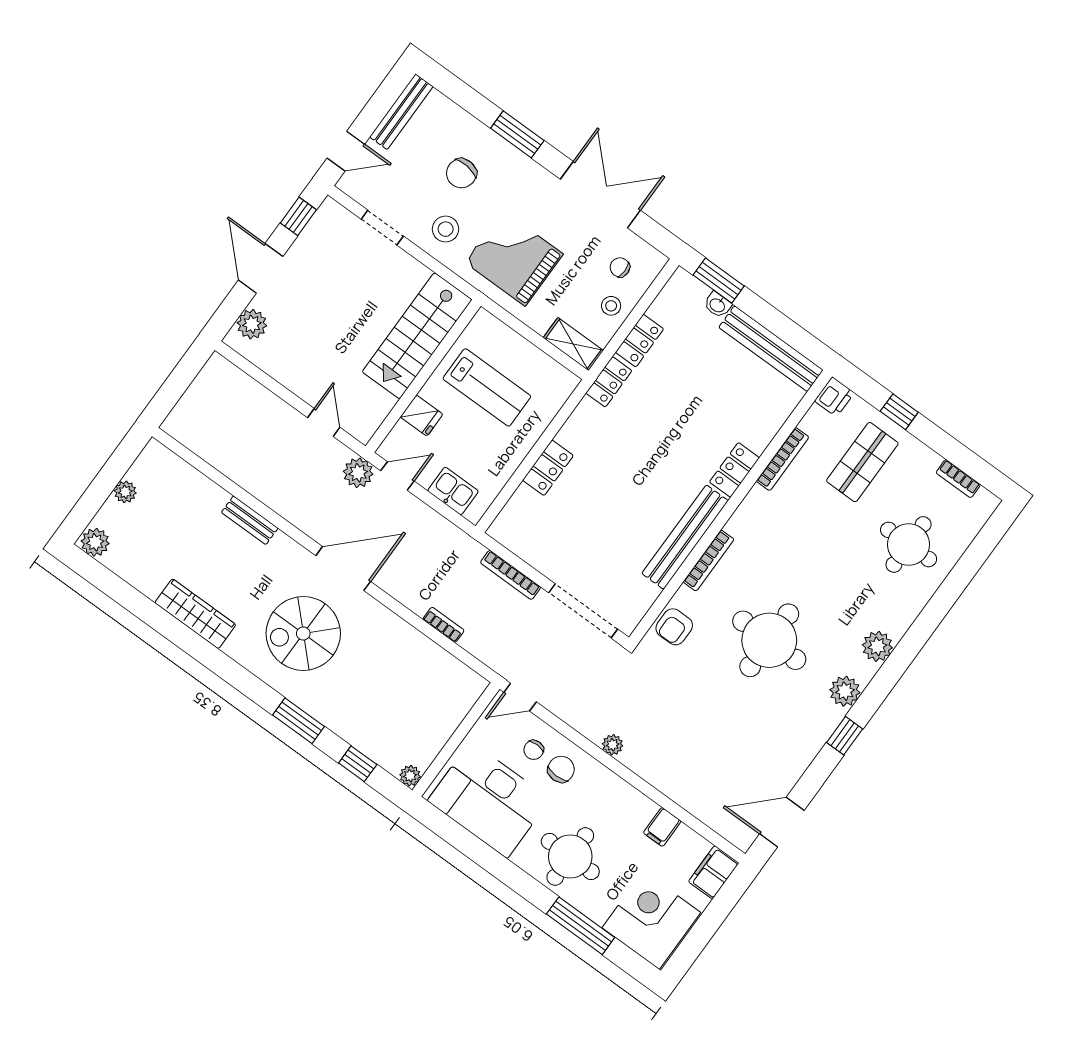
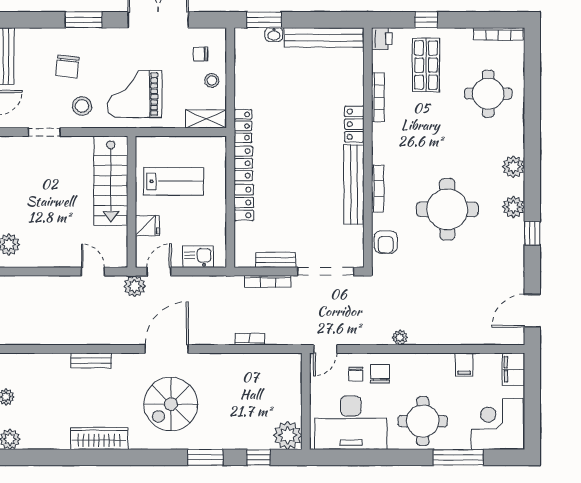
locker: (640, 341) -> (243, 163), moved
bookcase: (958, 479) -> (498, 34), width x1.56
bench: (537, 558) -> (276, 260), added
plant: (410, 776) -> (288, 435), width x1.87, depth x1.87

